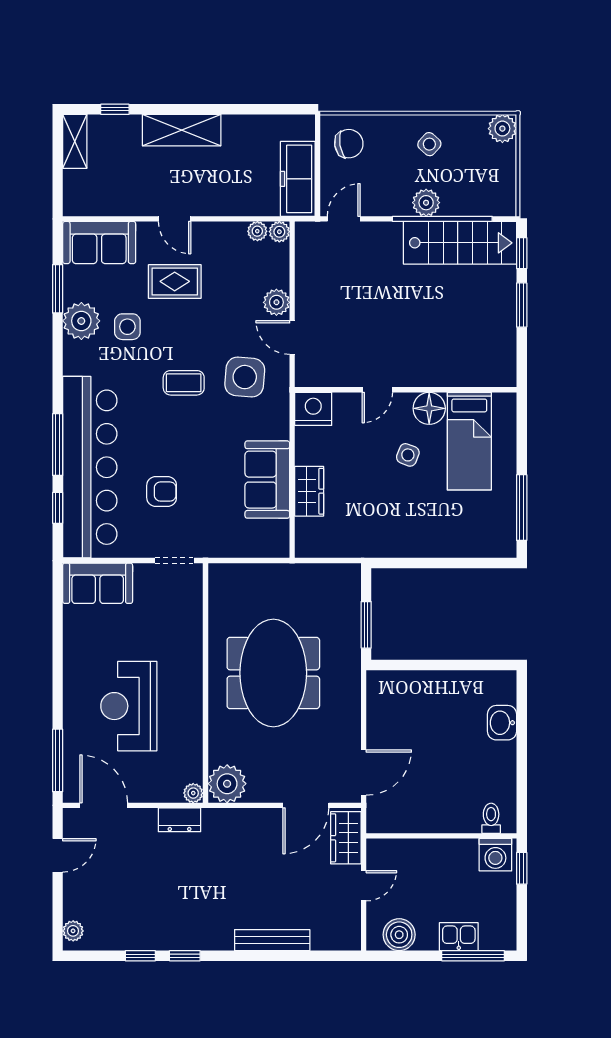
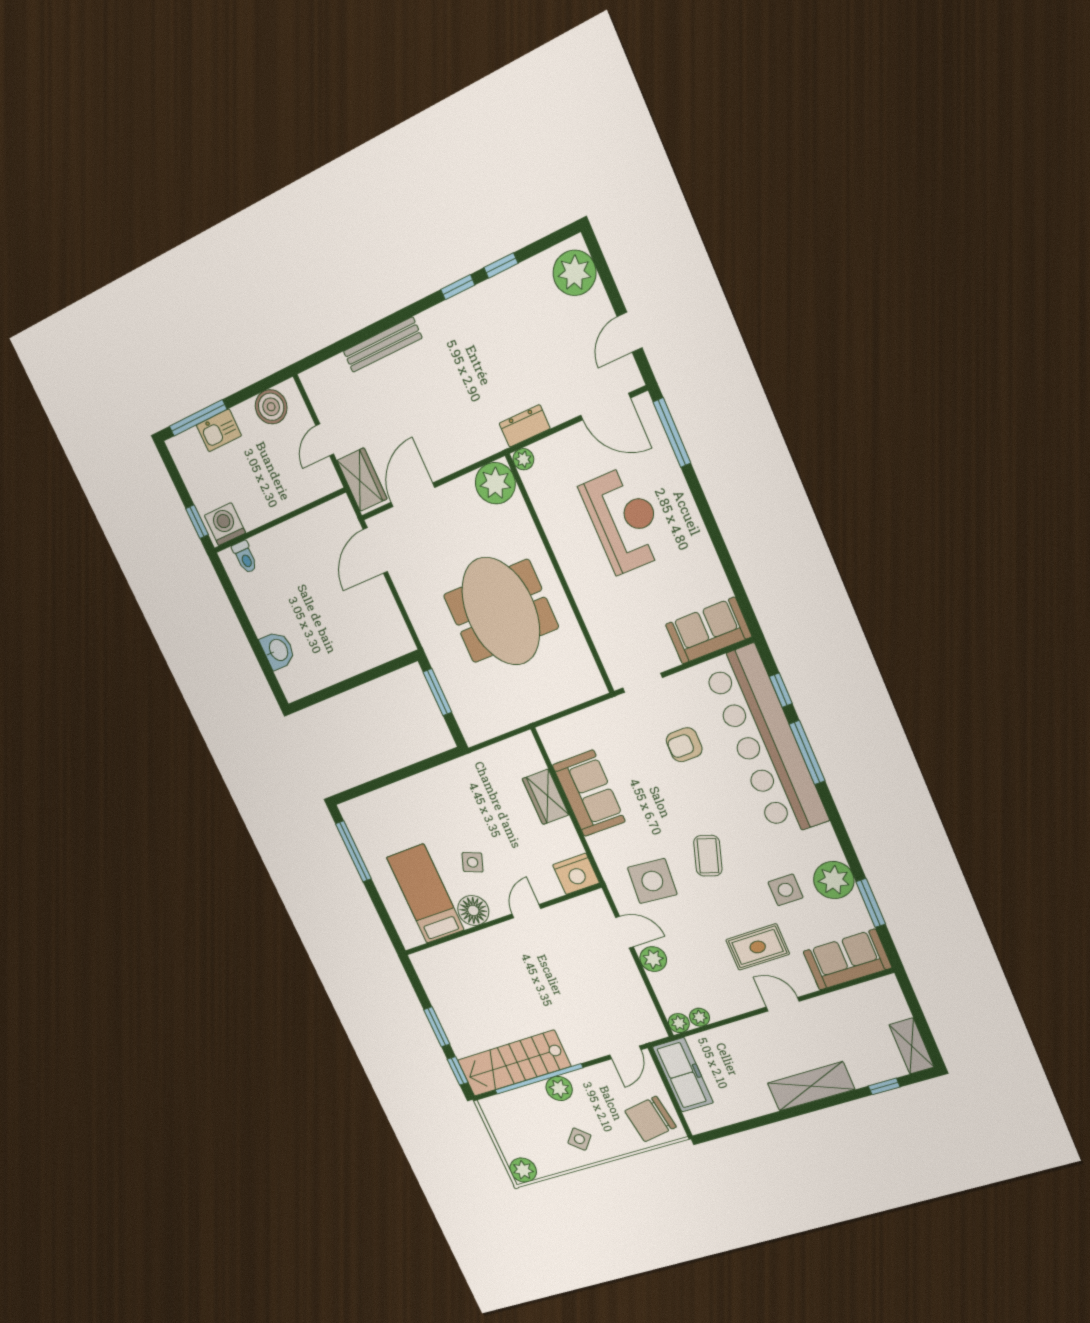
chair: (349, 144) -> (651, 1119), width x1.37, depth x1.37
coffee table: (184, 383) -> (708, 856), turned -72
plant: (73, 931) -> (575, 273), width x1.87, depth x1.87

